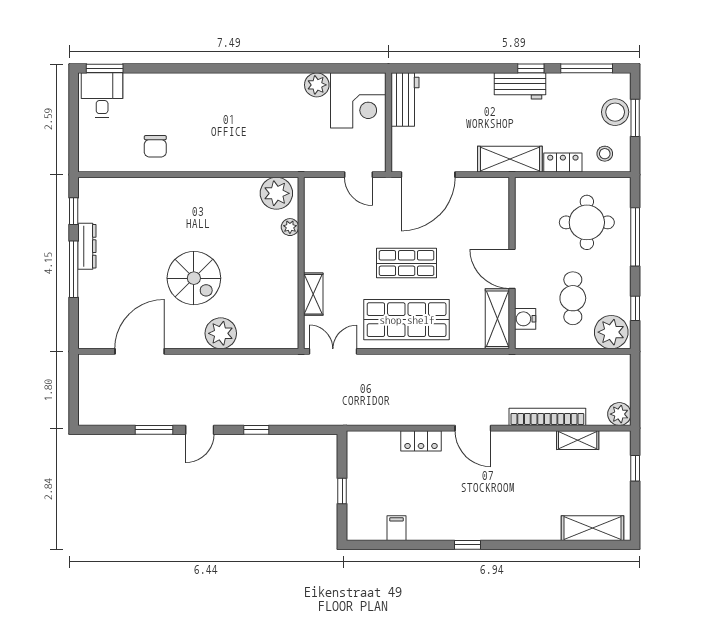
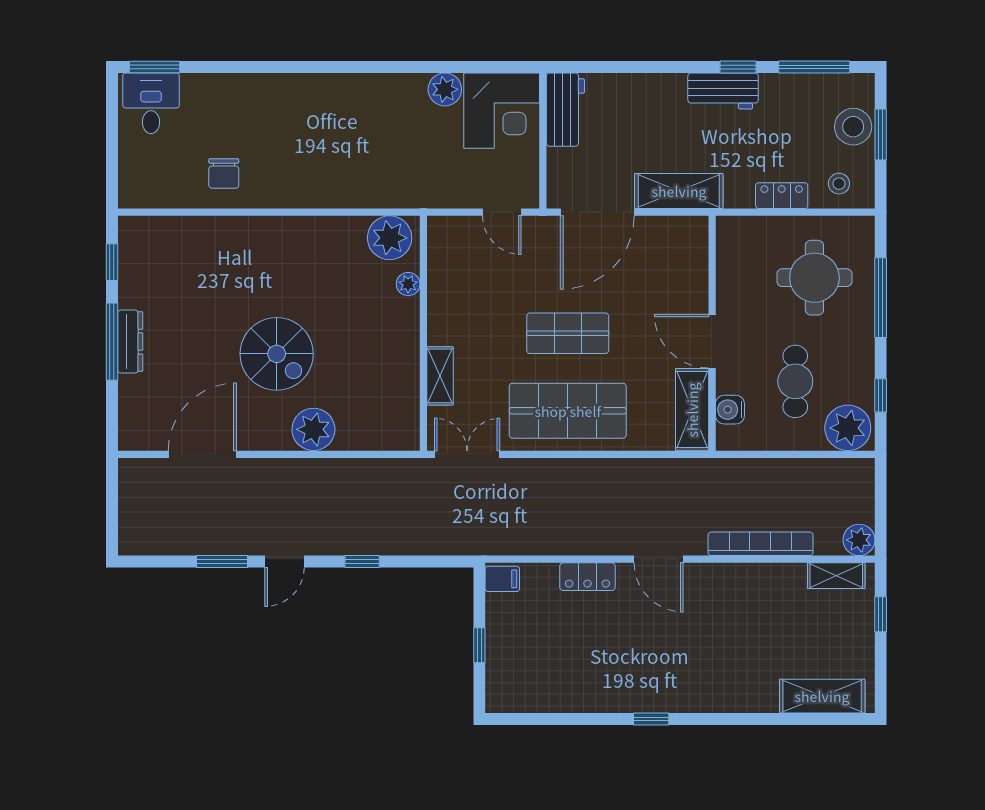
shelving: (510, 159) -> (679, 191), moved
dresser: (87, 246) -> (130, 342), moved
shelving: (578, 440) -> (836, 576), moved
filing cabinet: (397, 528) -> (502, 579), moved, turned 90

